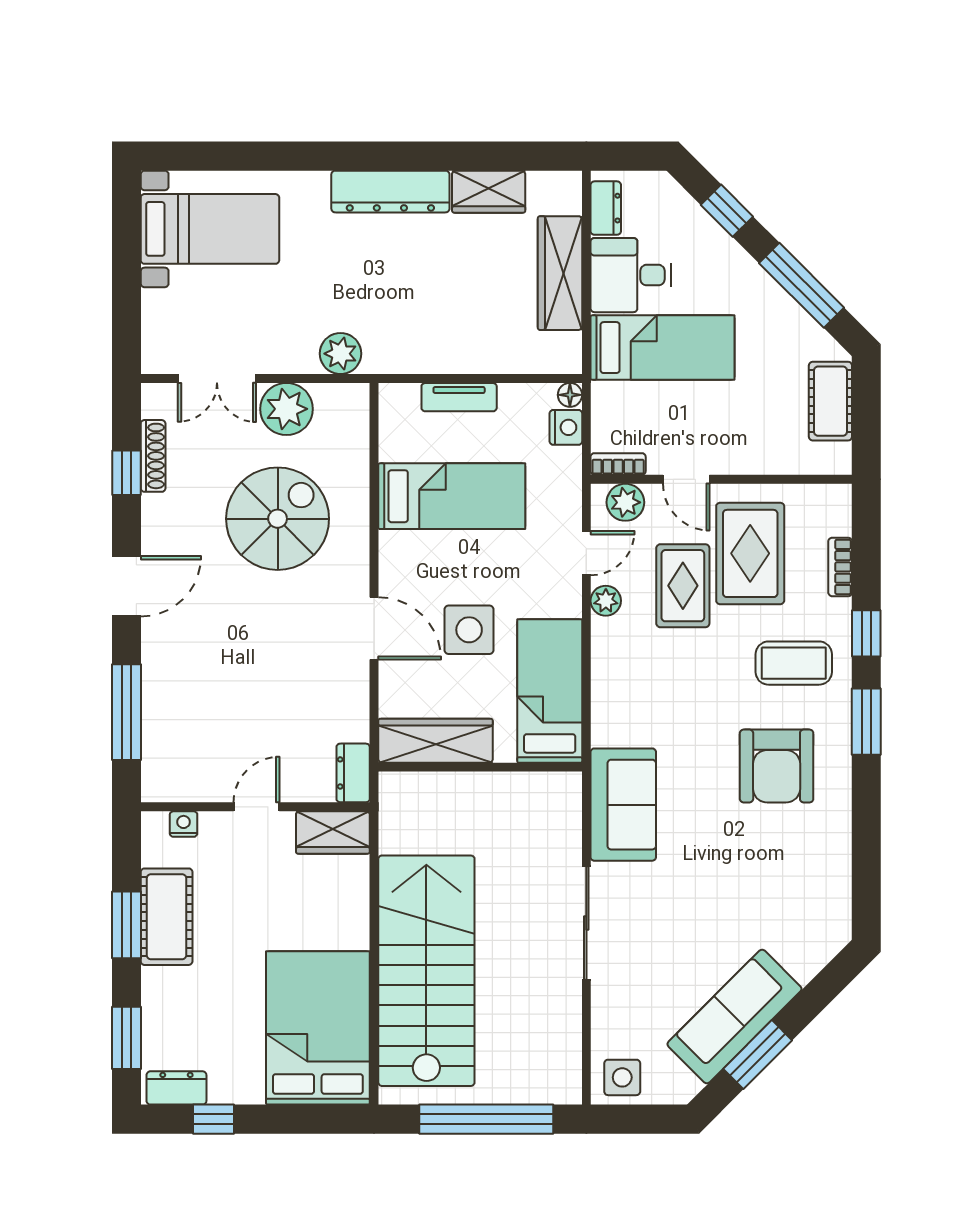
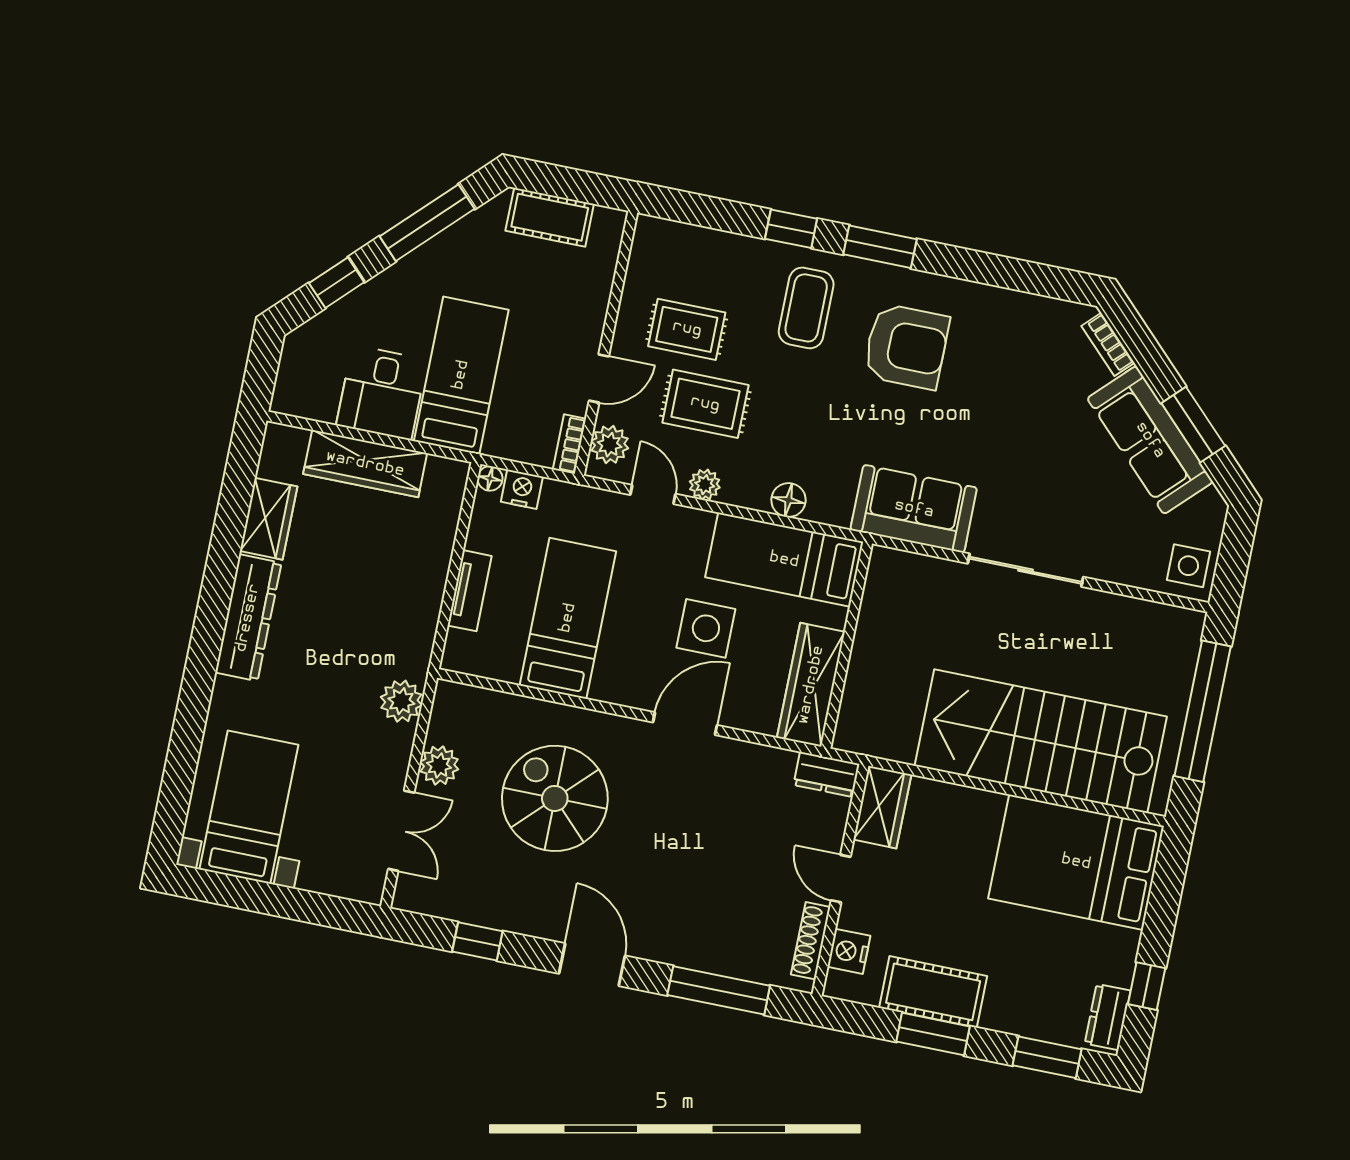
dresser: (606, 208) -> (309, 404), removed
plant: (287, 409) -> (439, 765), width x0.73, depth x0.73
shoe rack: (153, 456) -> (811, 941), moved, turned -90
rug: (750, 553) -> (687, 329), width x0.73, depth x0.70
bookcase: (840, 567) -> (1108, 344), moved, turned 45
floor lamp: (607, 684) -> (788, 500), added
nightstand: (184, 824) -> (849, 951), width x1.39, depth x1.35

